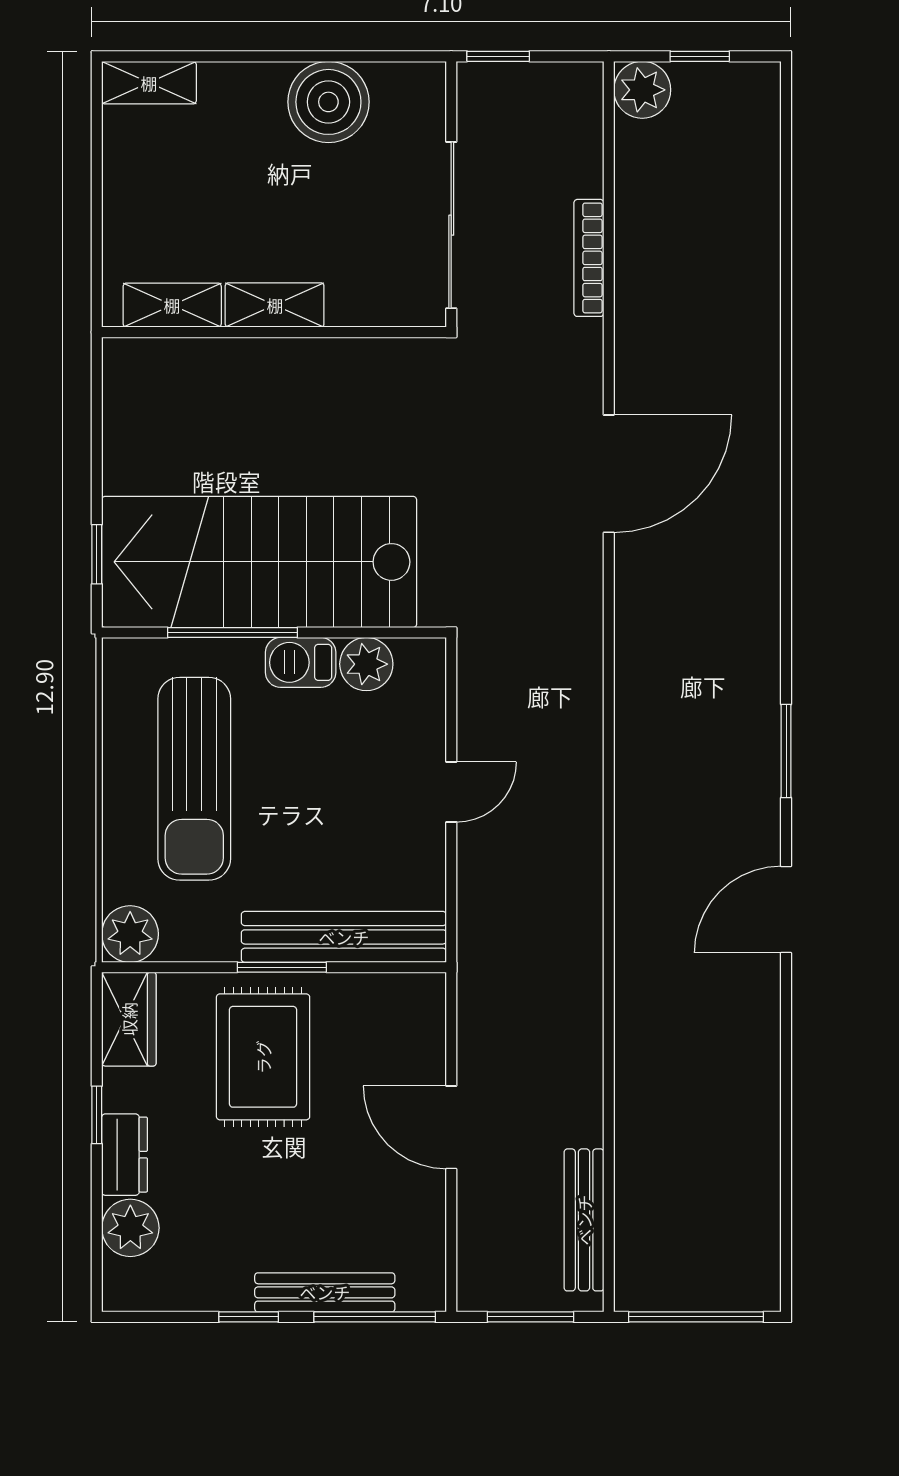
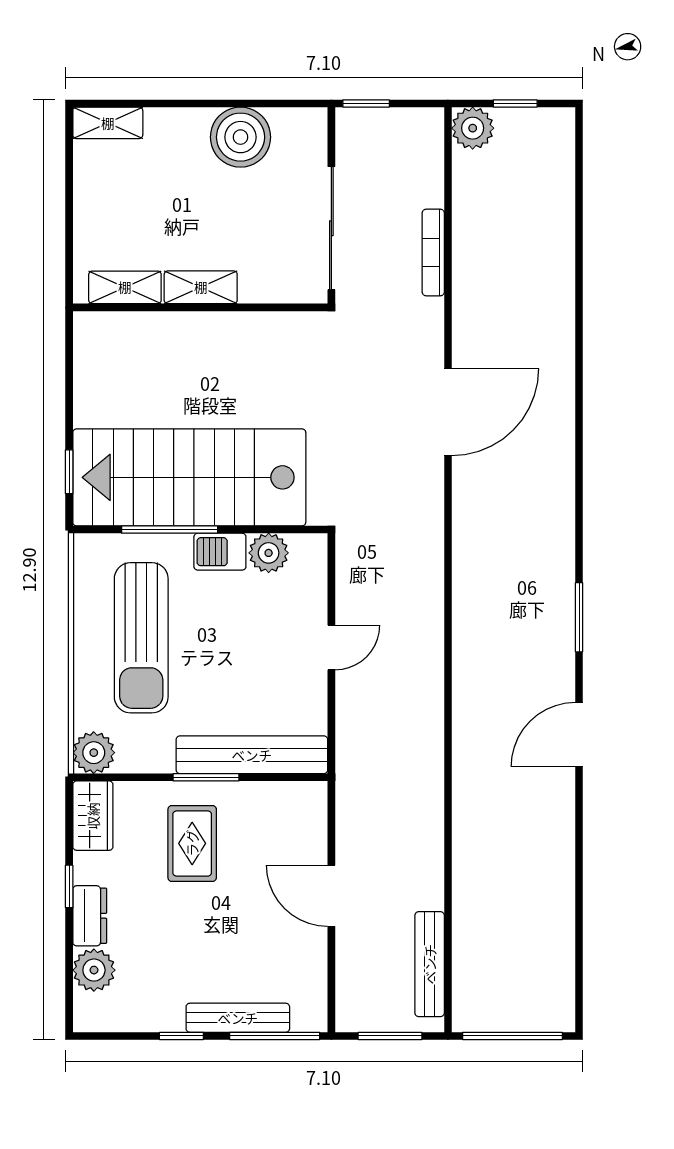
rug: (263, 1057) -> (192, 843), width x0.73, depth x0.70

